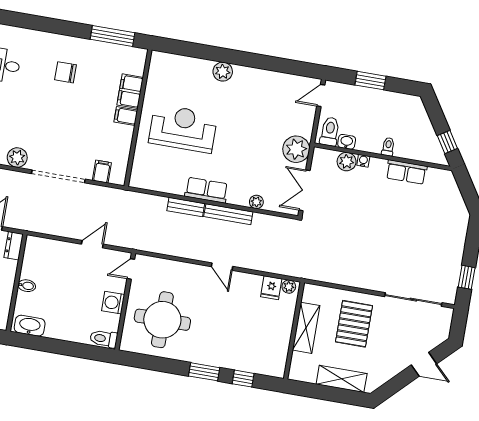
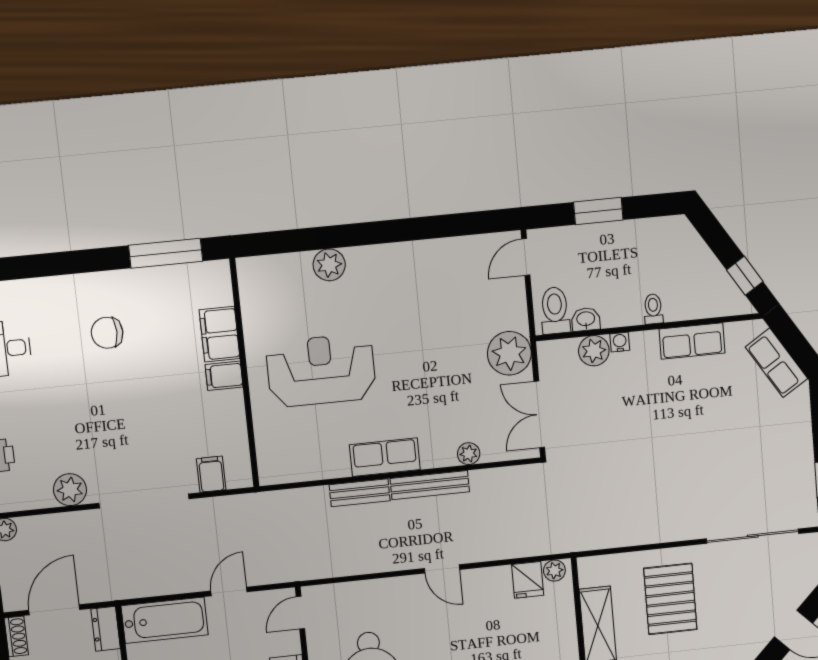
plant: (223, 72) -> (329, 265), moved
row of seats: (454, 199) -> (776, 363), added
bathtub: (50, 251) -> (165, 620), added

